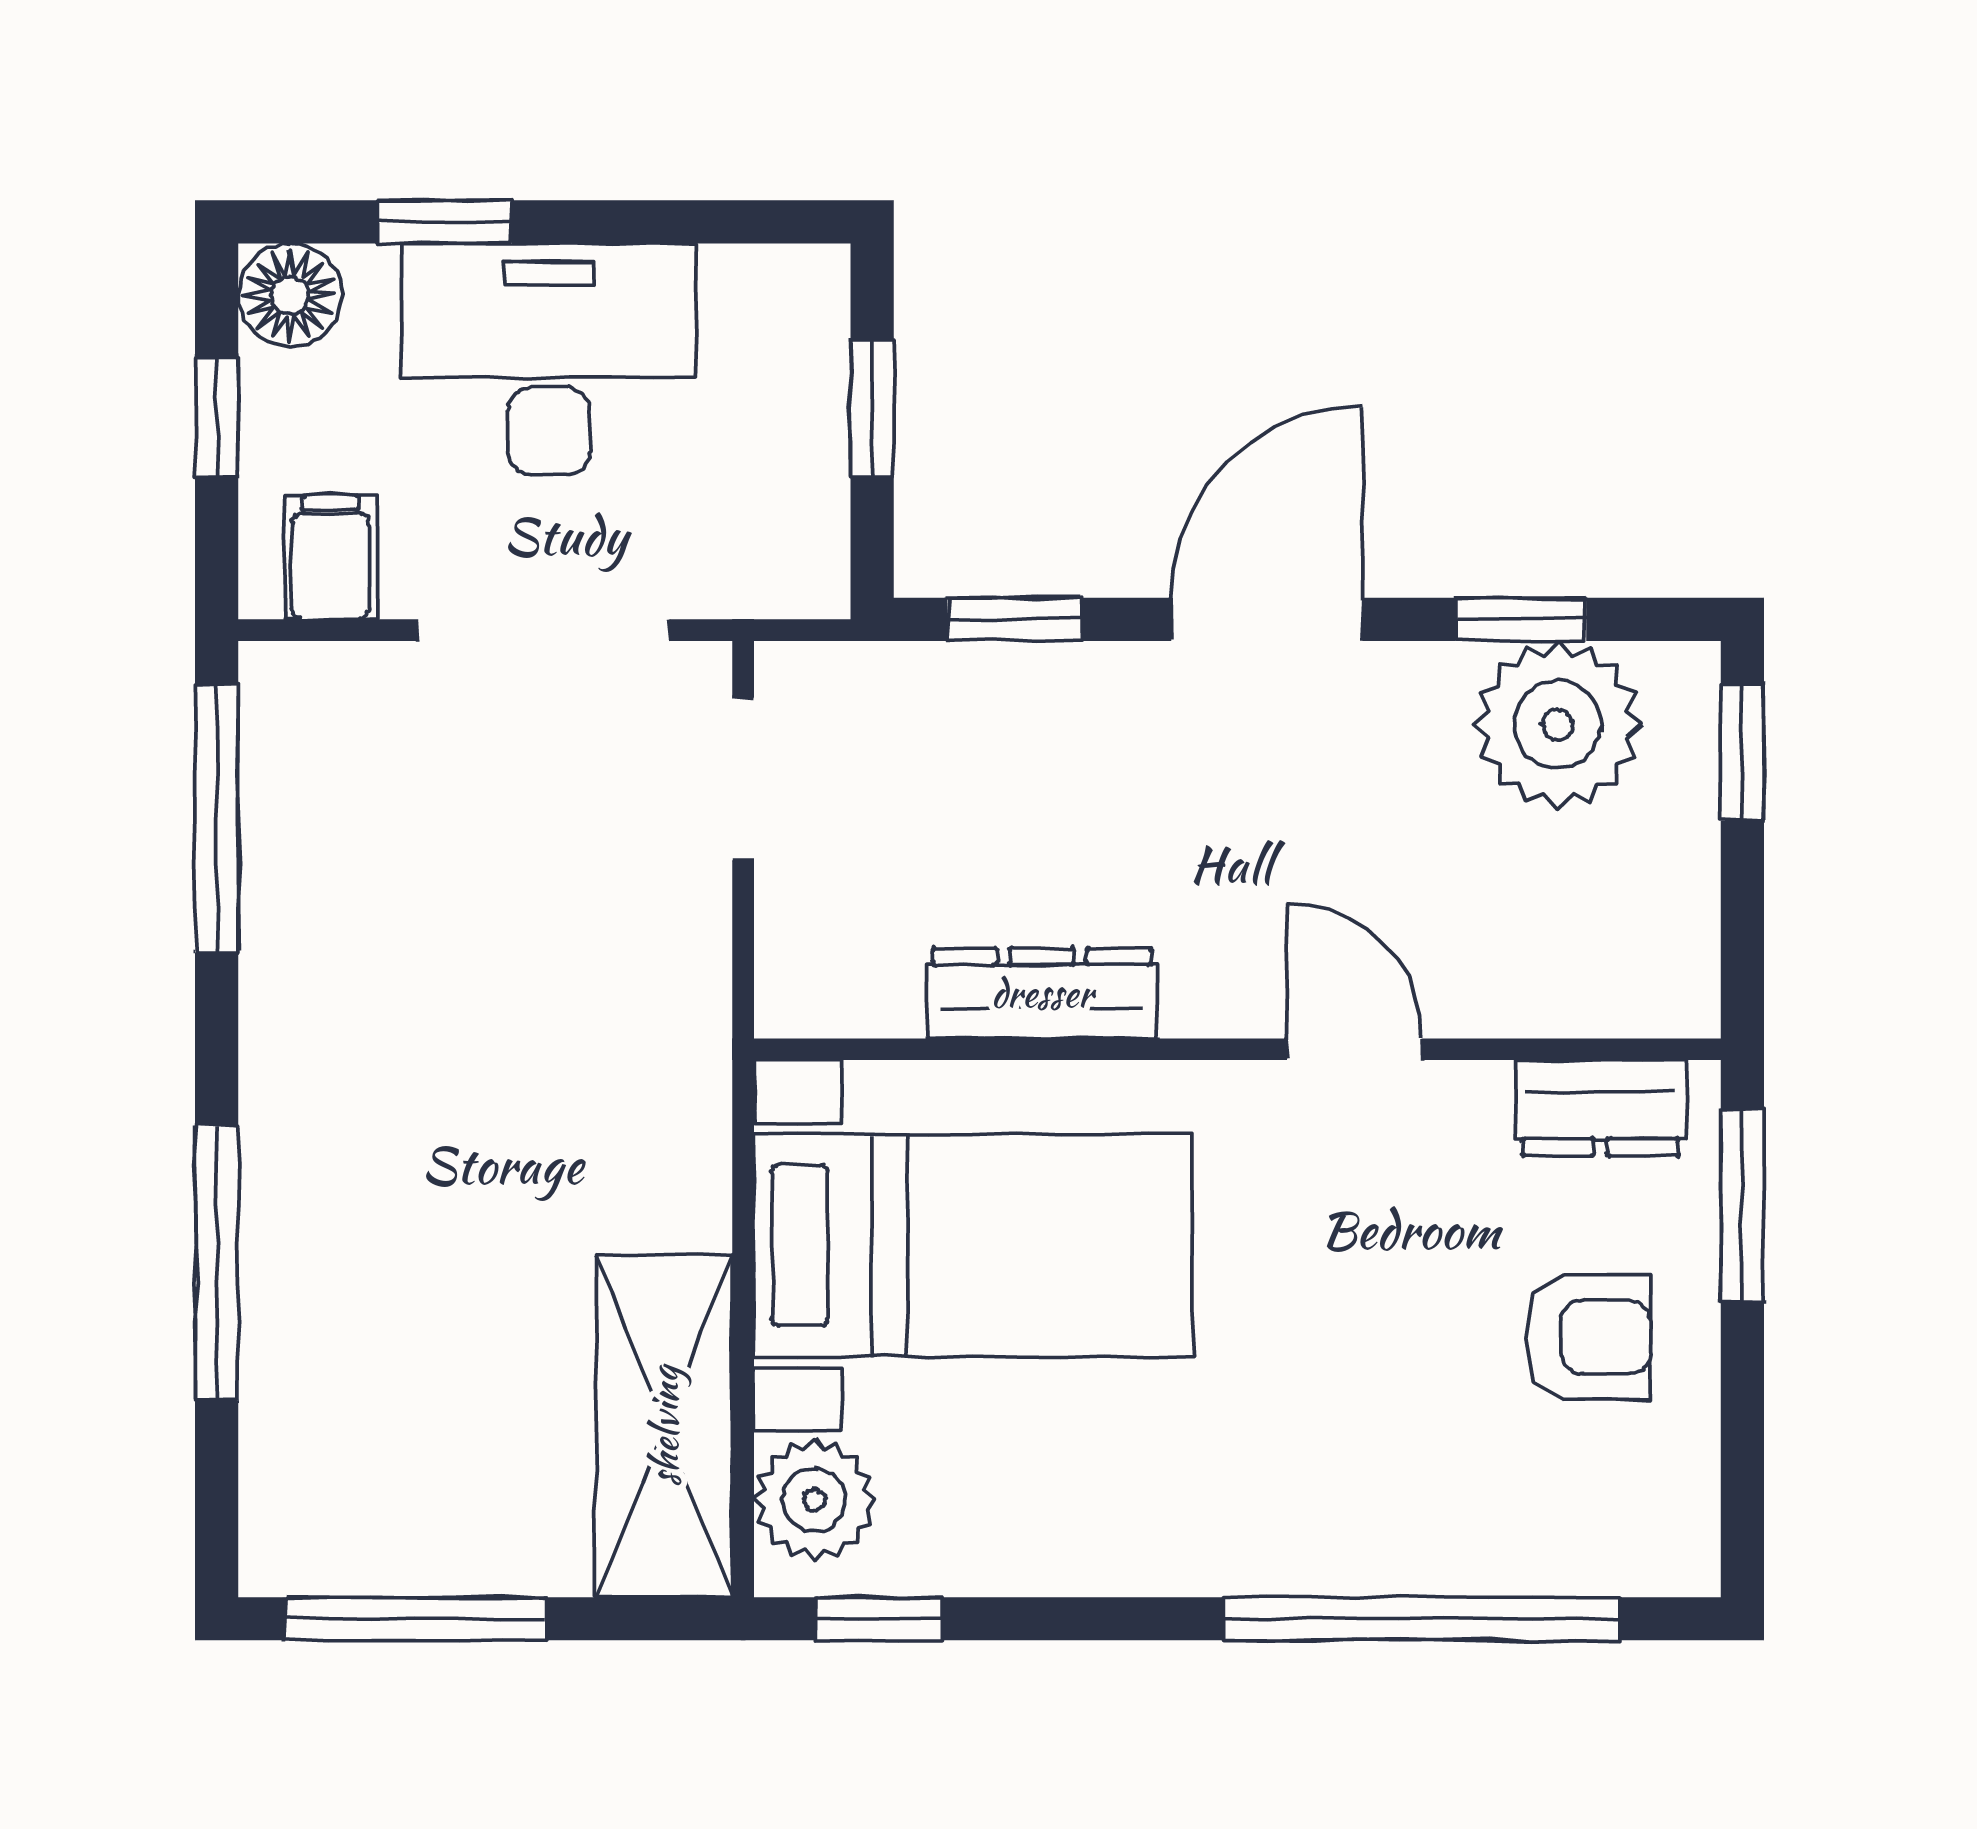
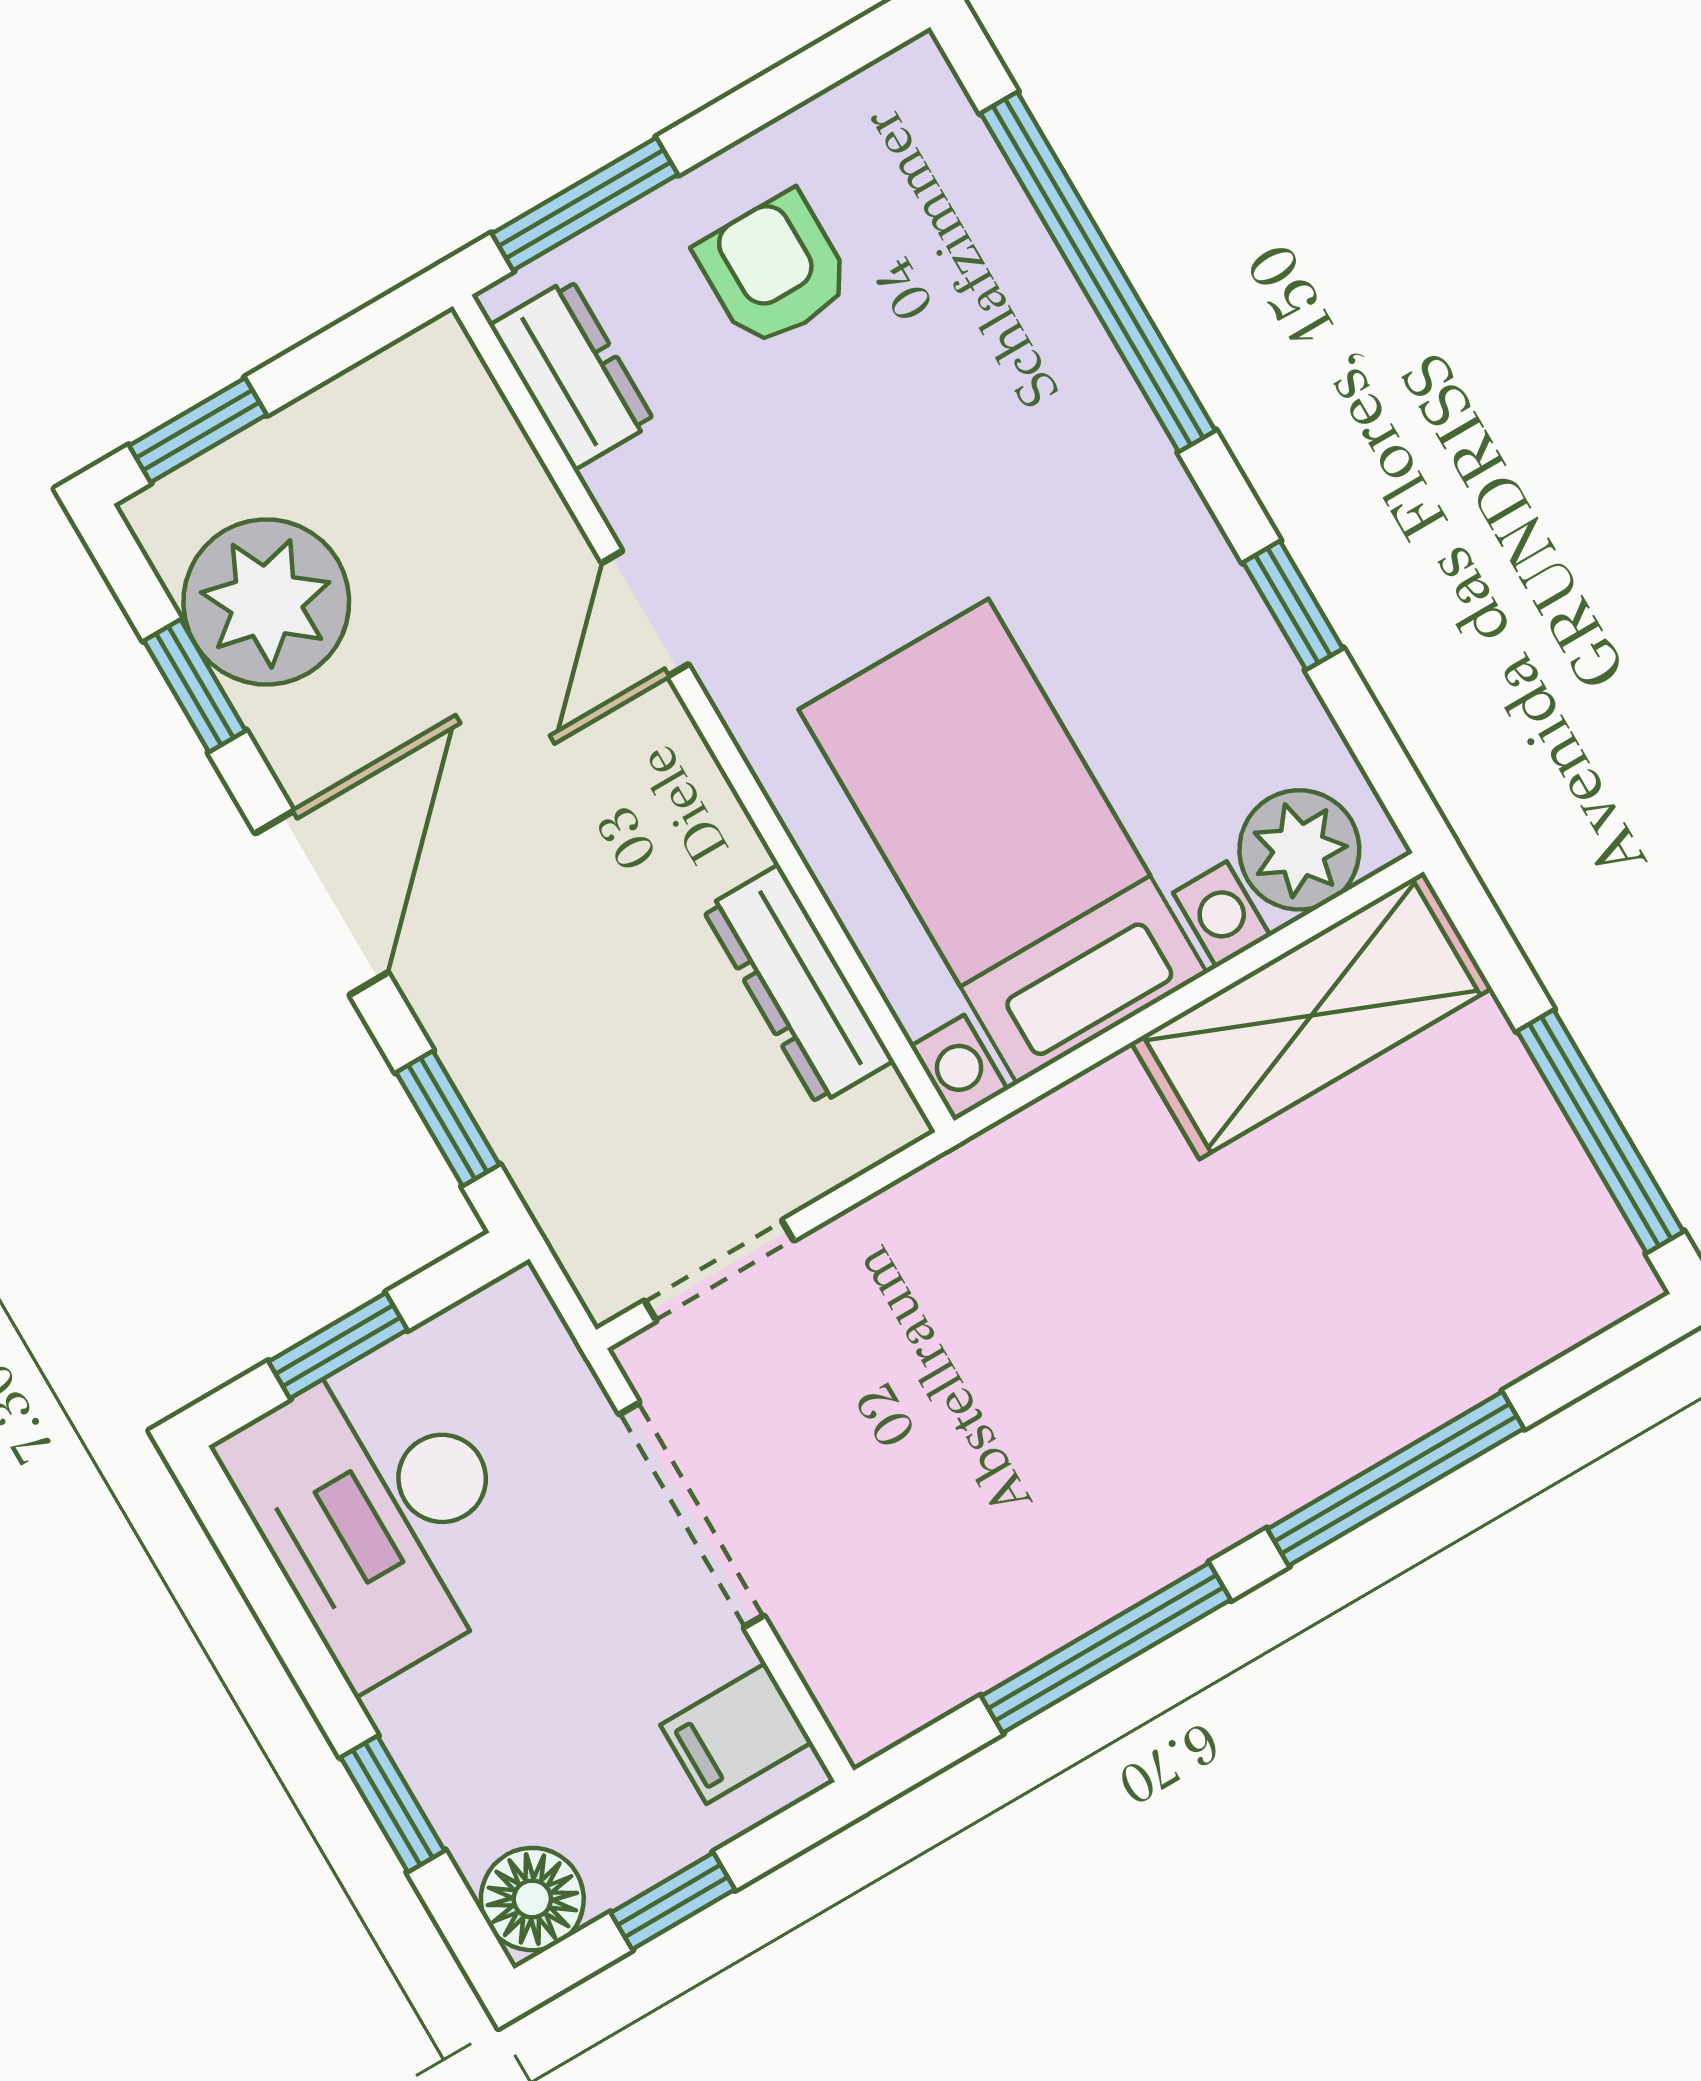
desk: (549, 359) -> (381, 1514), moved
door: (1267, 619) -> (322, 903), swing flipped
window: (217, 819) -> (1106, 1648), moved
dresser: (1042, 993) -> (798, 985), moved
window: (879, 1619) -> (1293, 605), moved

